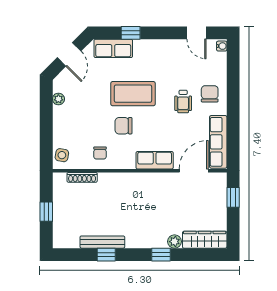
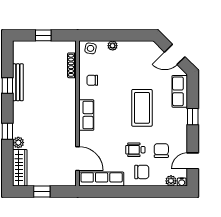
window: (131, 33) -> (193, 117), moved
plant: (220, 59) -> (171, 181), added
plant: (58, 99) -> (113, 46), moved
chair: (123, 126) -> (161, 151), moved
row of seats: (155, 160) -> (86, 115), moved
window: (233, 197) -> (42, 192), moved

